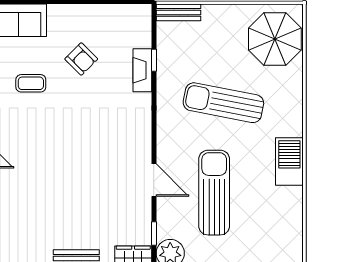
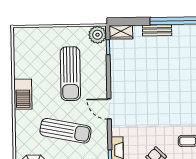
door: (154, 180) -> (109, 109), moved

